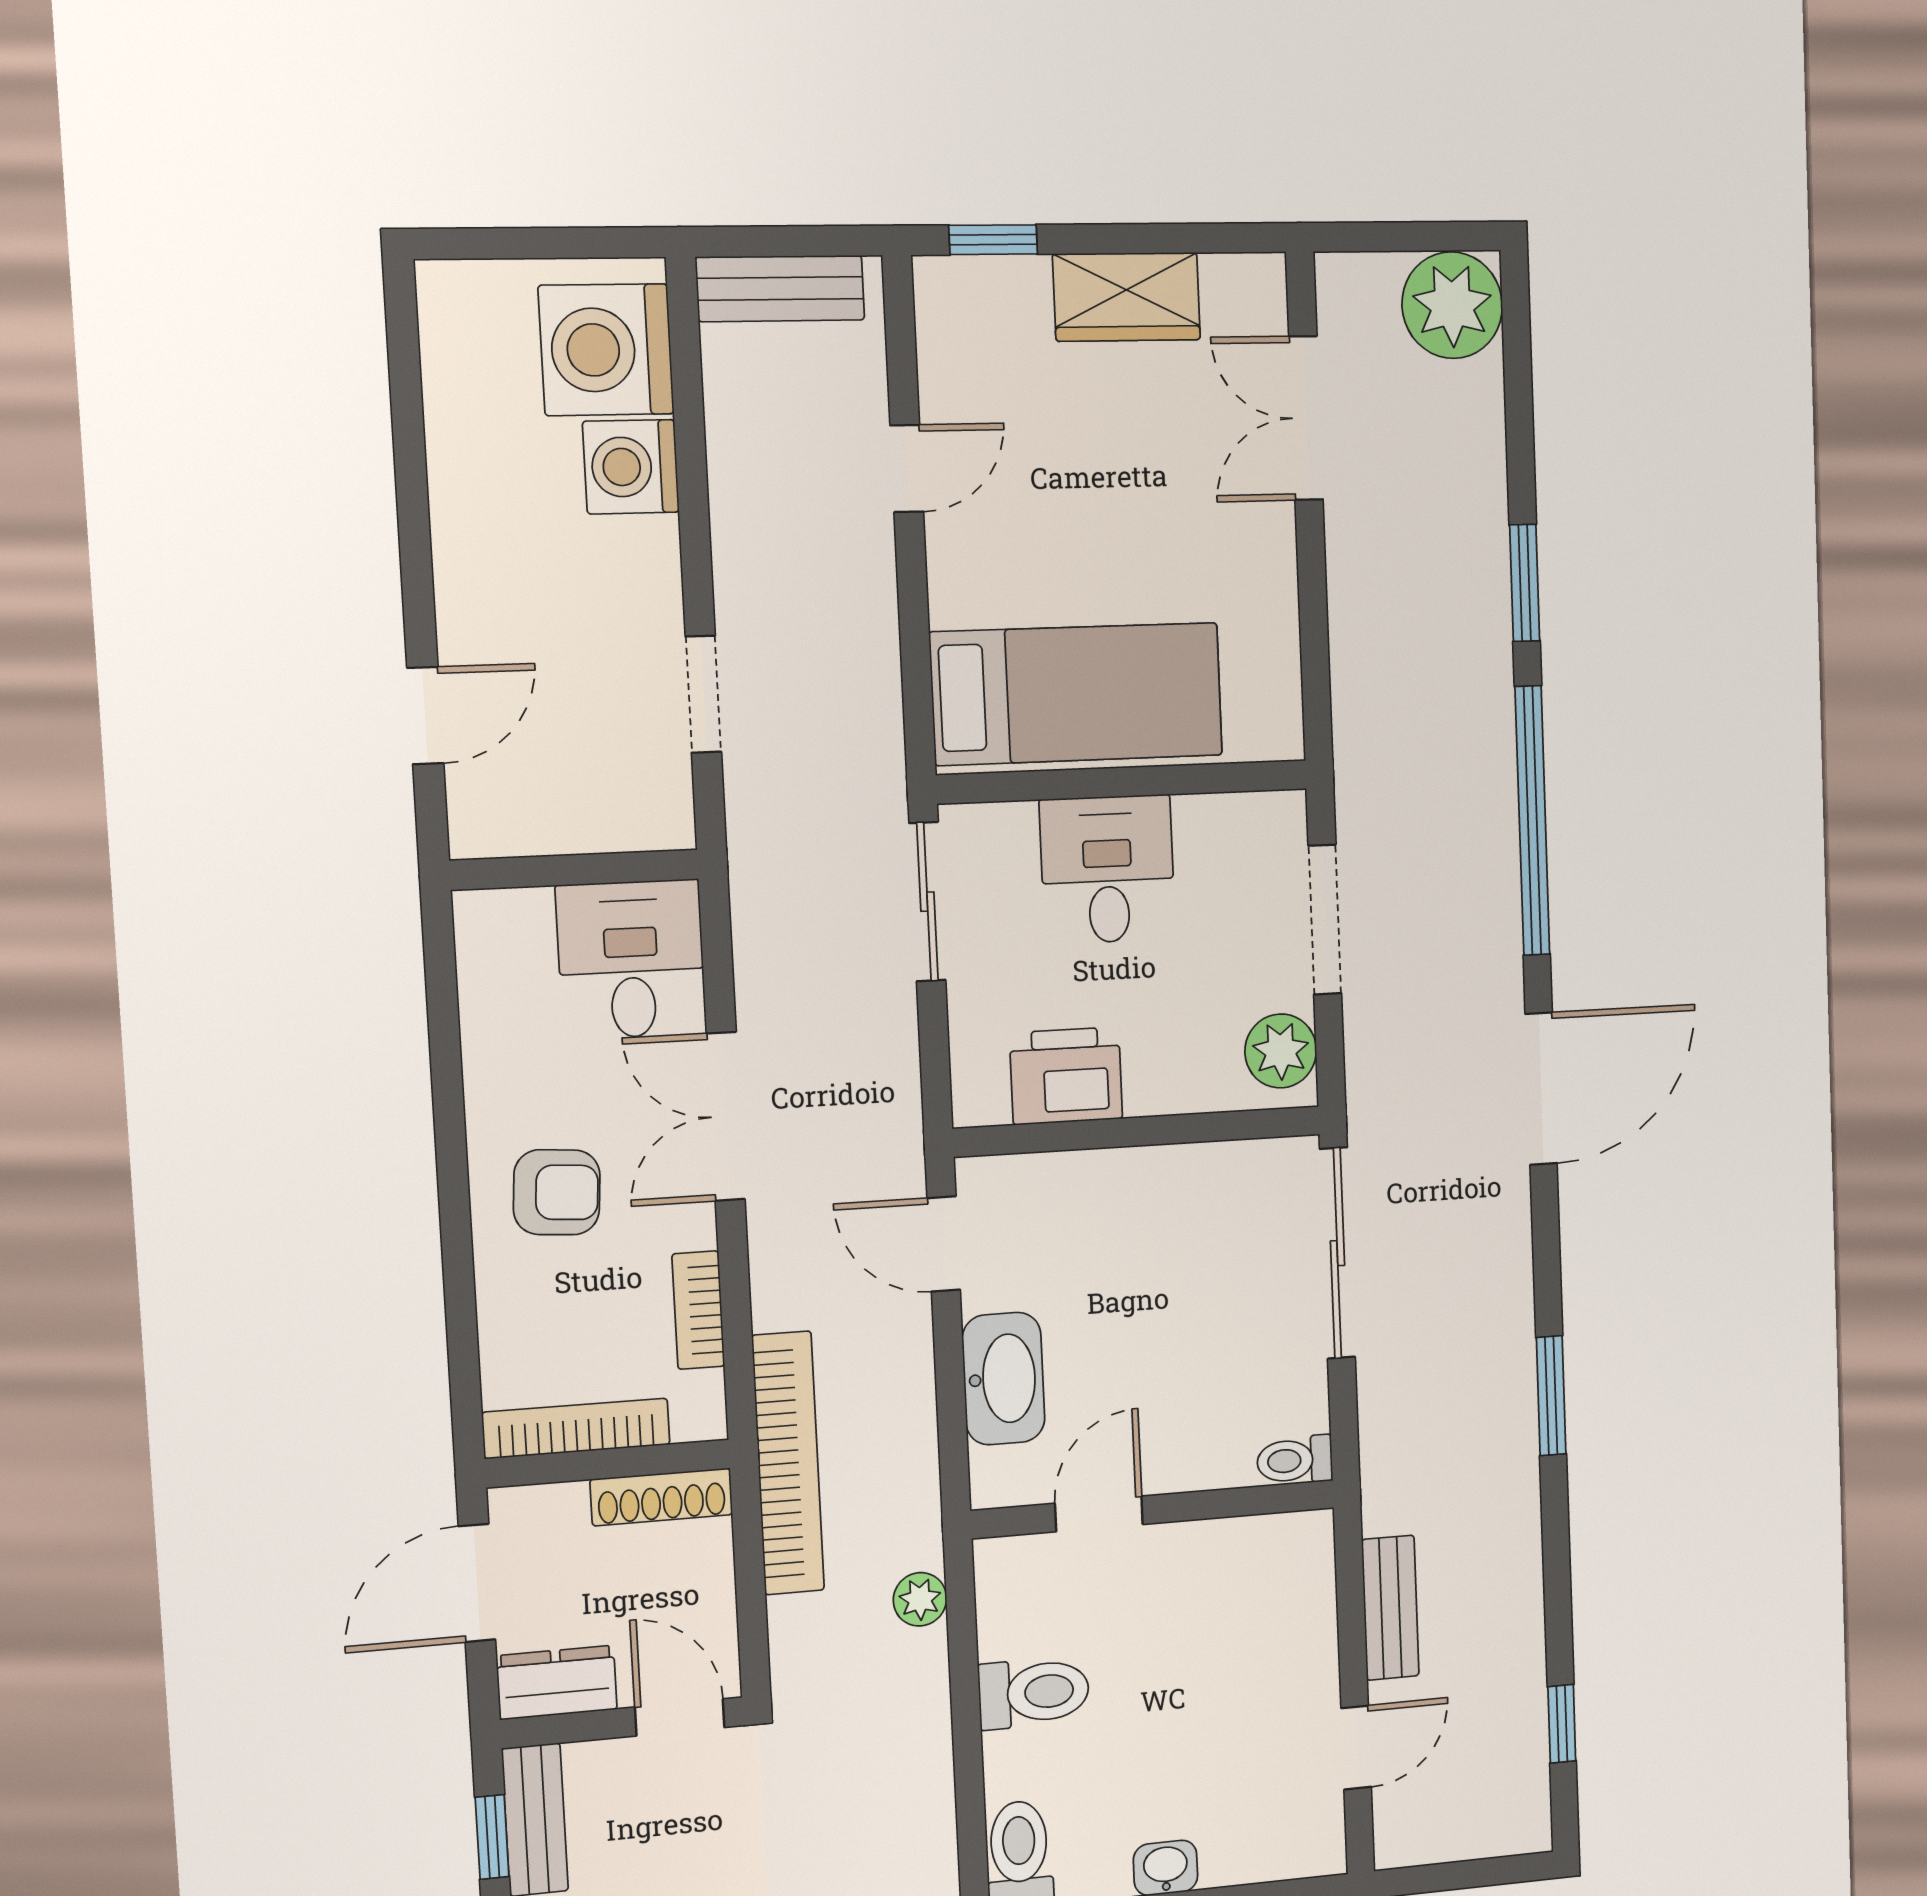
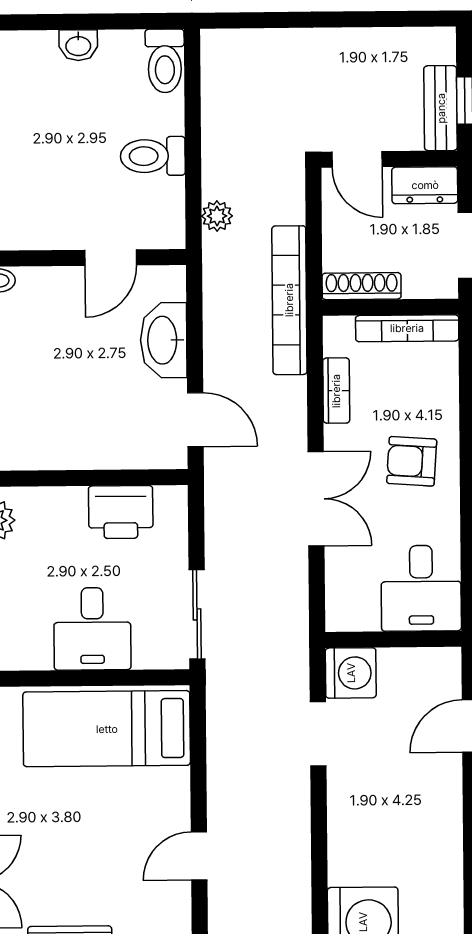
washing machine: (631, 467) -> (351, 673), moved
desk: (631, 959) -> (421, 588), moved

